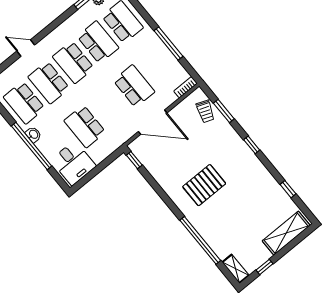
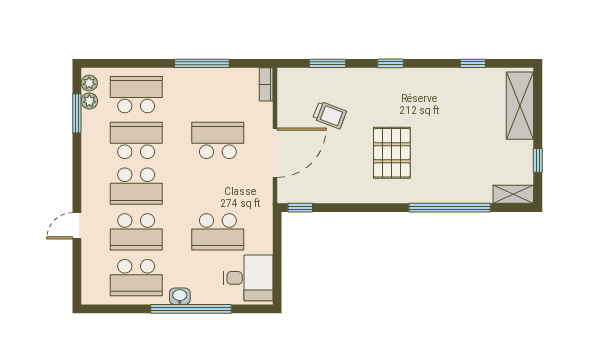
trolley: (205, 111) -> (330, 115), moved

